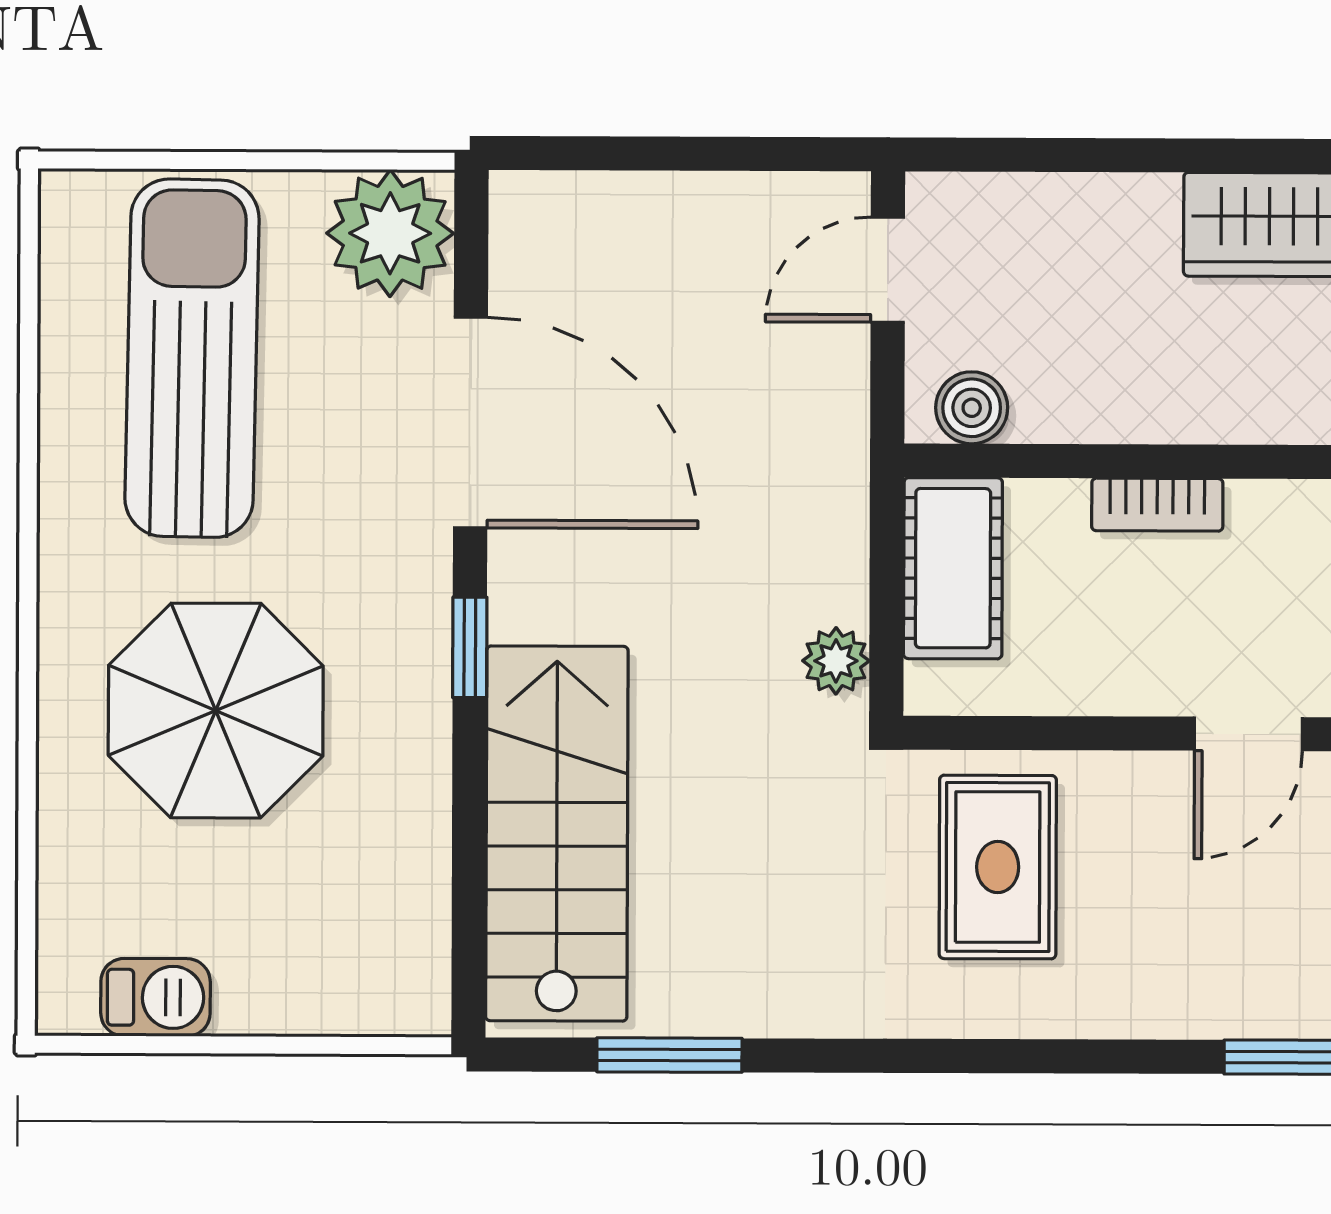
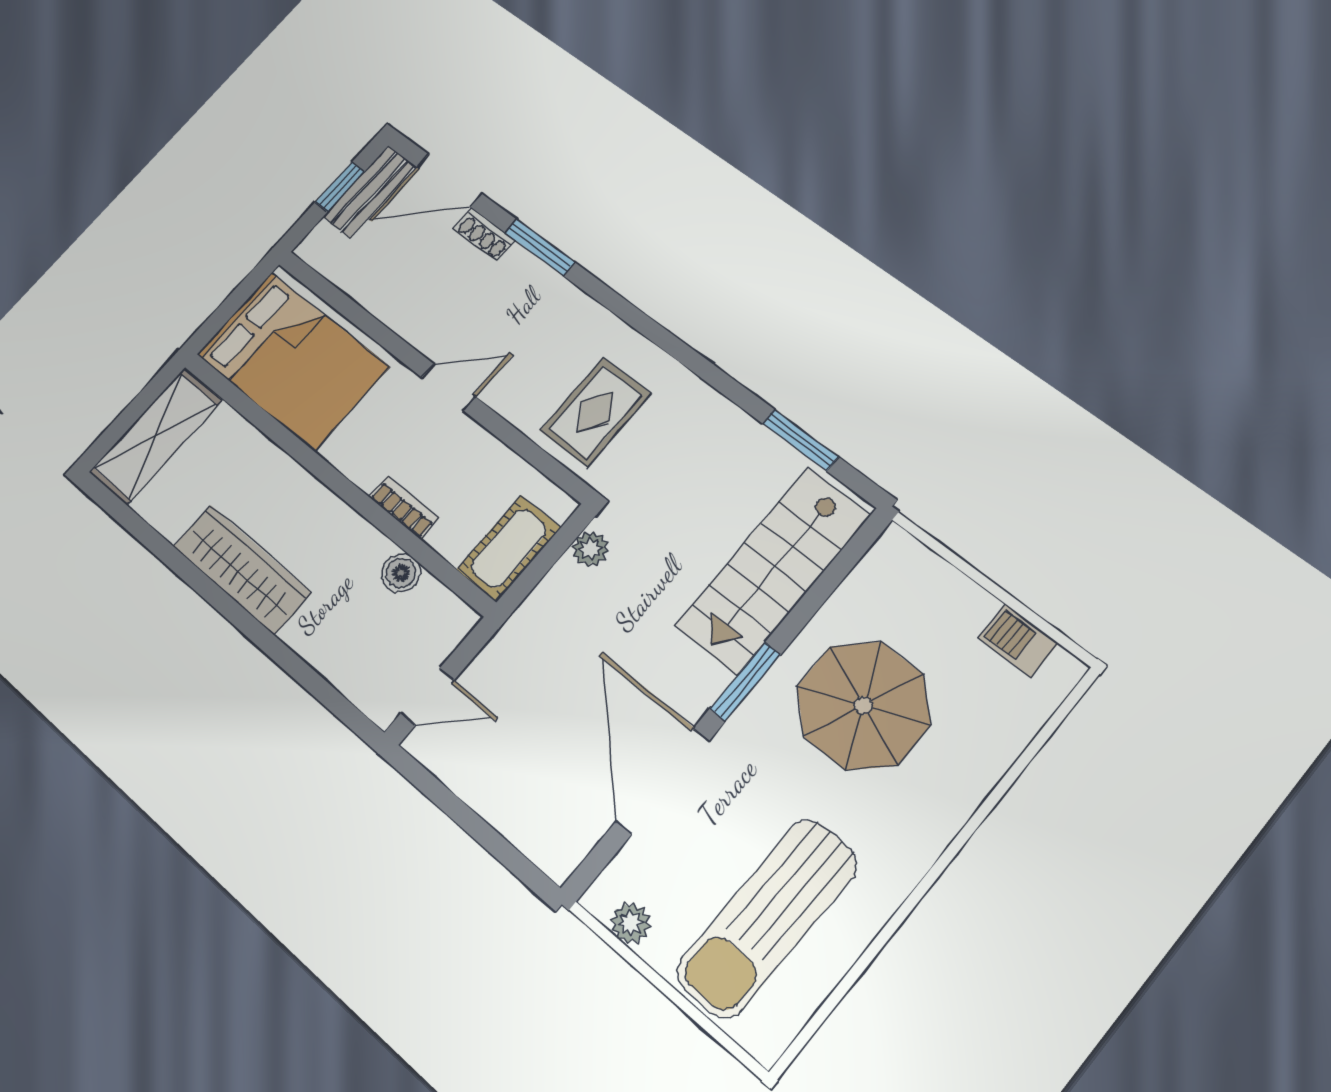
plant: (390, 233) -> (631, 923), width x0.53, depth x0.53
boiler: (972, 408) -> (401, 573), moved
window: (470, 647) -> (745, 682), width x1.50
parasol: (216, 711) -> (863, 705), moved

